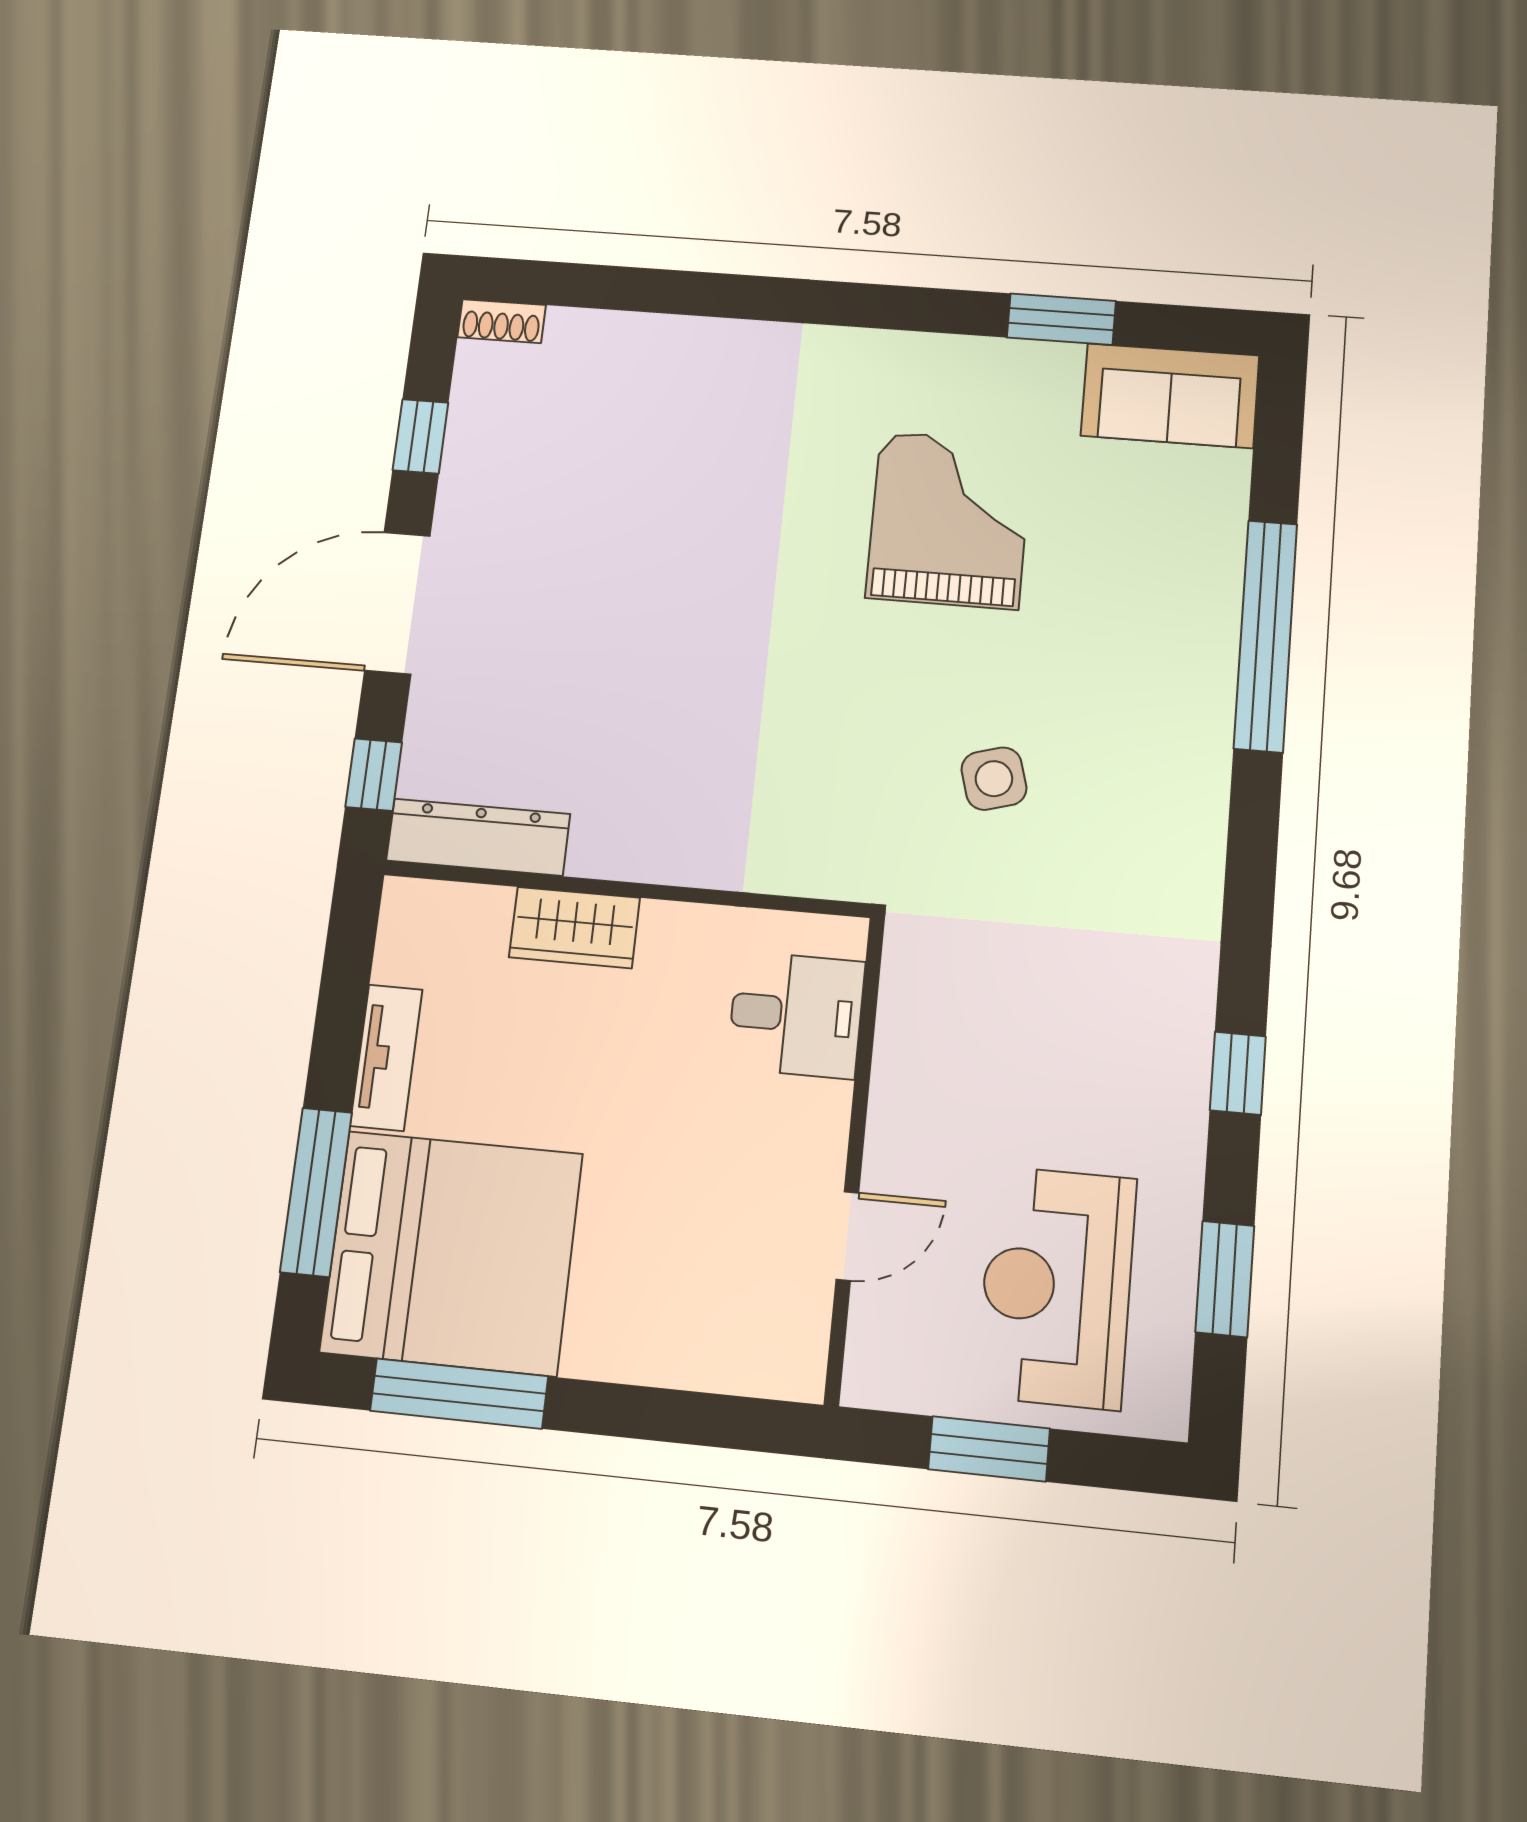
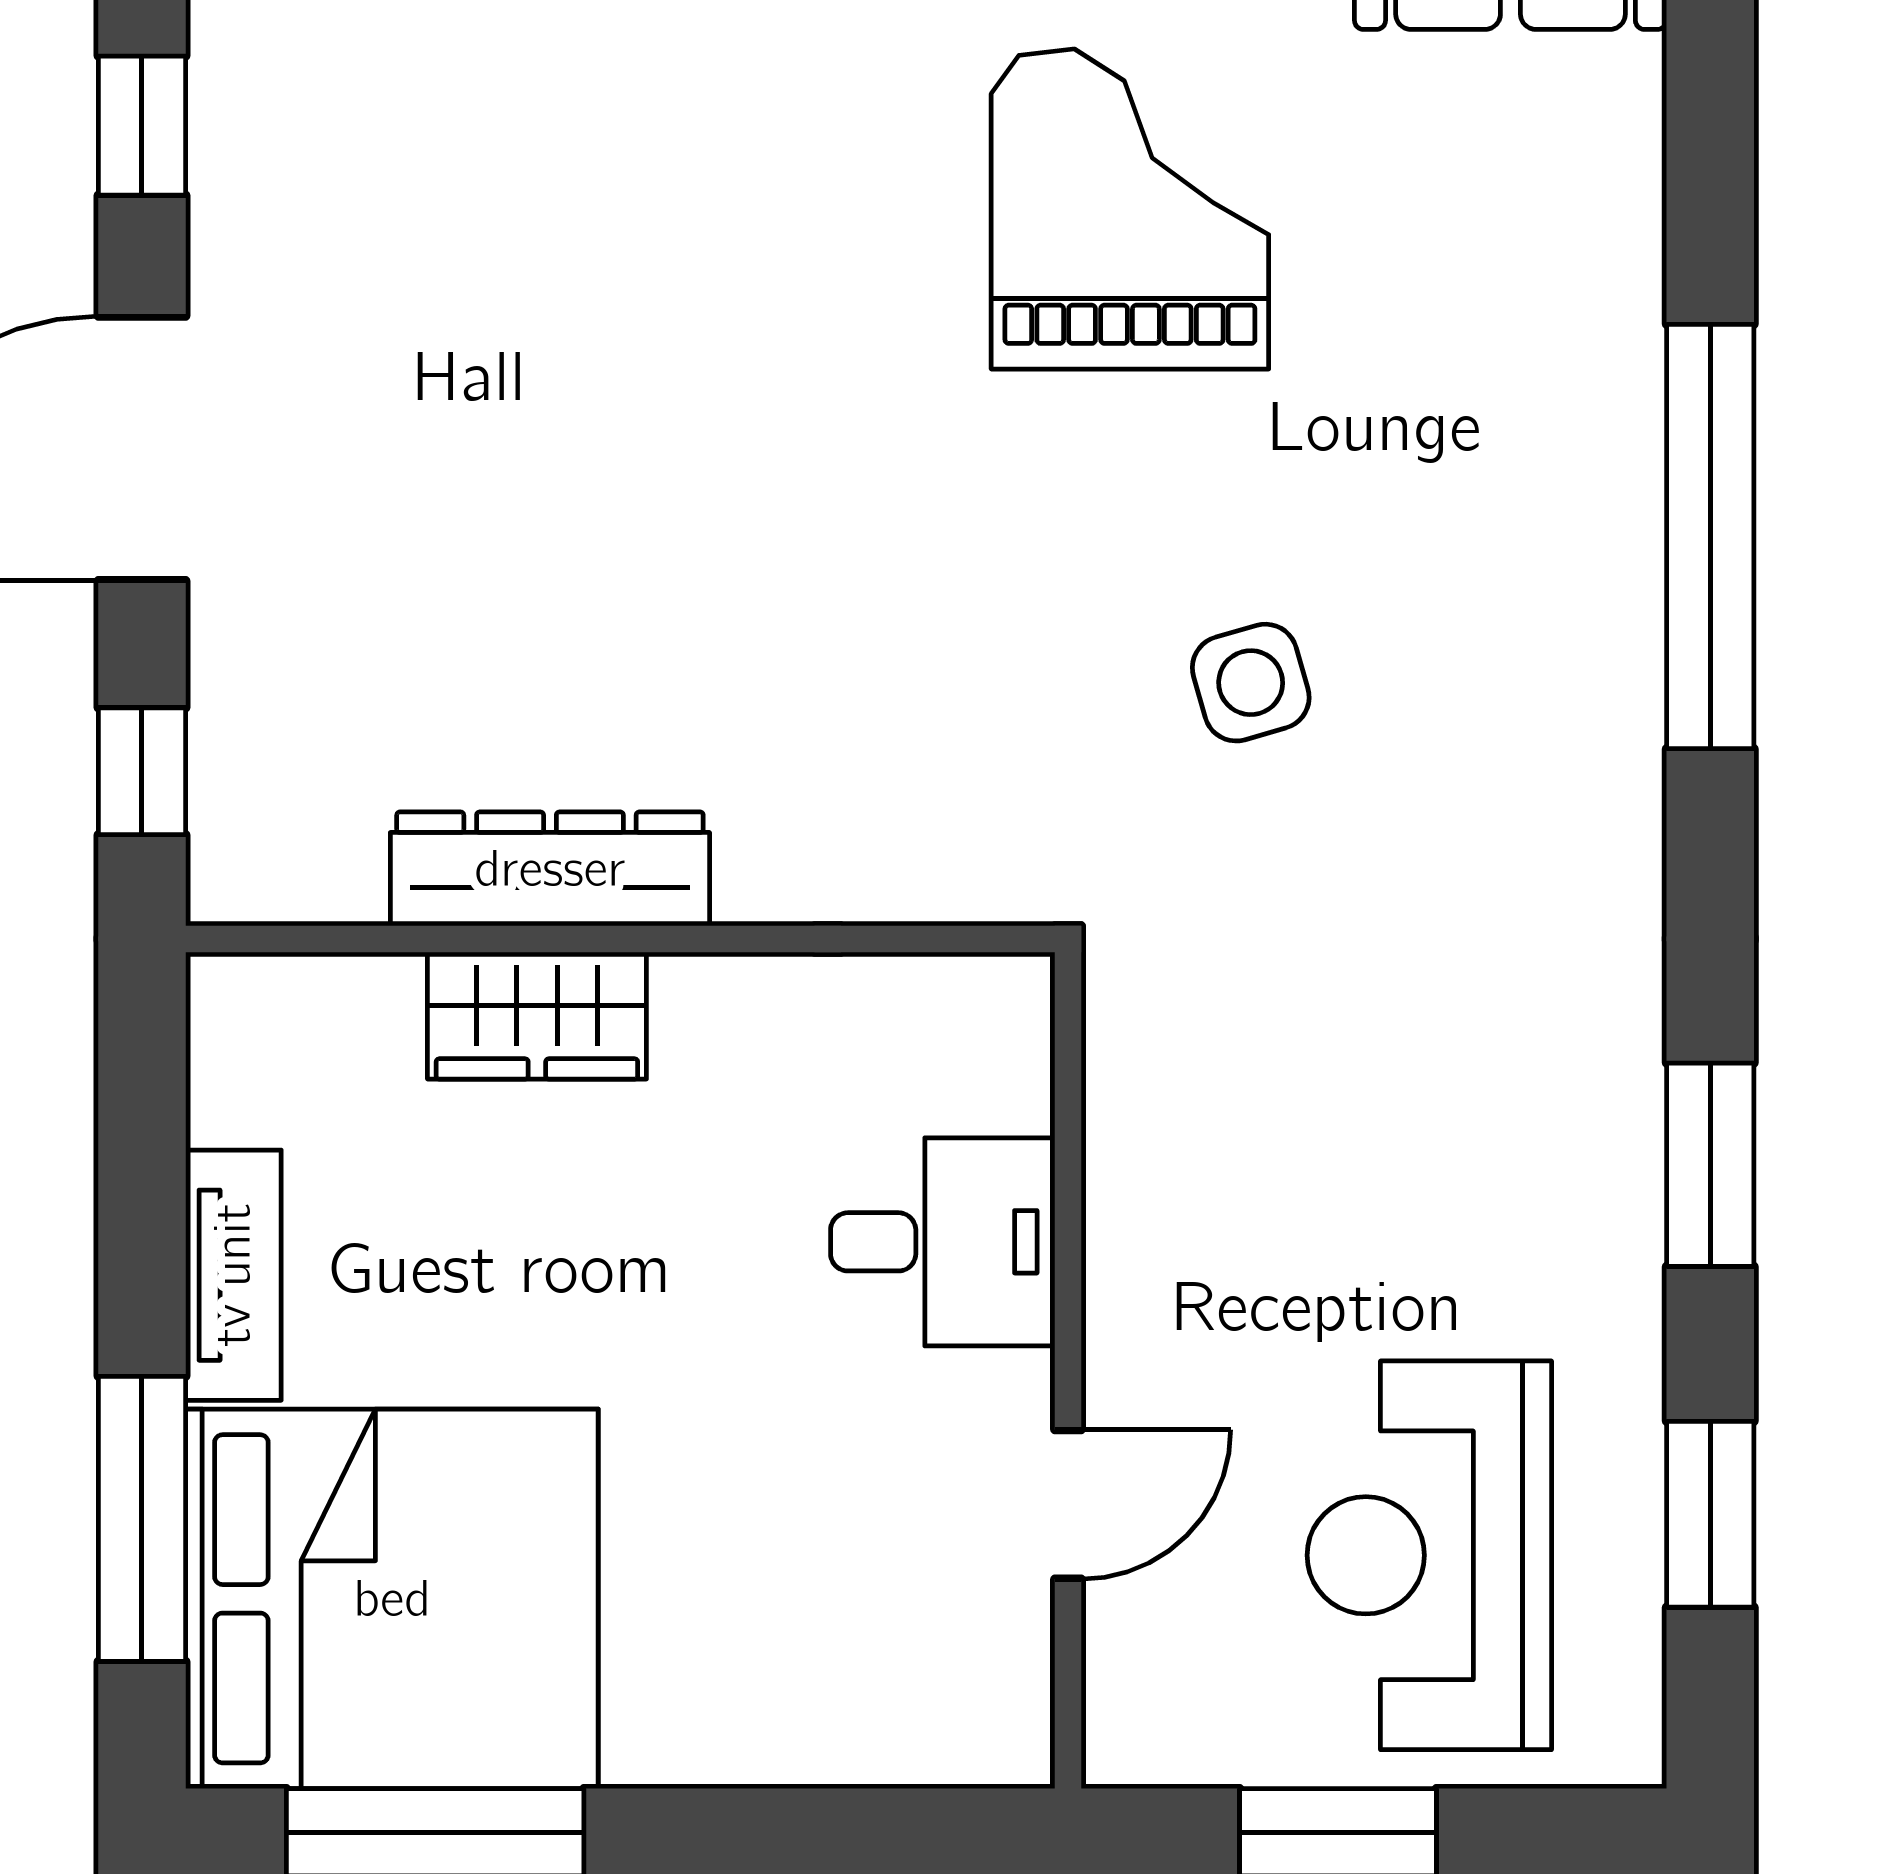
window: (1266, 636) -> (1710, 537), moved
dresser: (478, 837) -> (550, 869), moved
desk: (796, 1015) -> (943, 1242), moved
window: (1238, 1073) -> (1710, 1165), width x1.50

